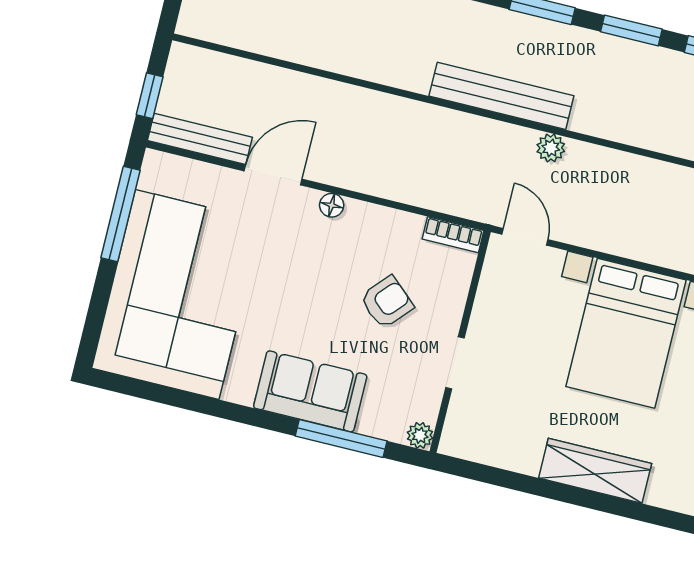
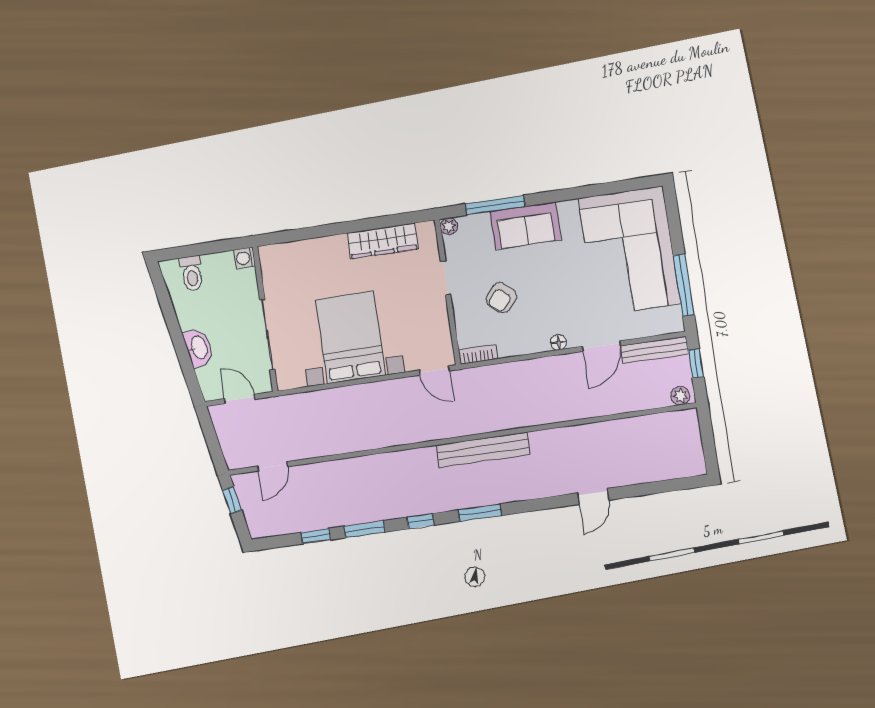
window: (631, 30) -> (421, 521), width x0.67
plant: (551, 148) -> (680, 396), moved
wardrobe: (595, 471) -> (383, 241), moved

